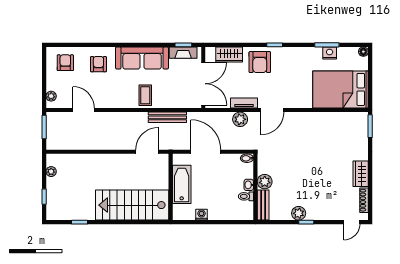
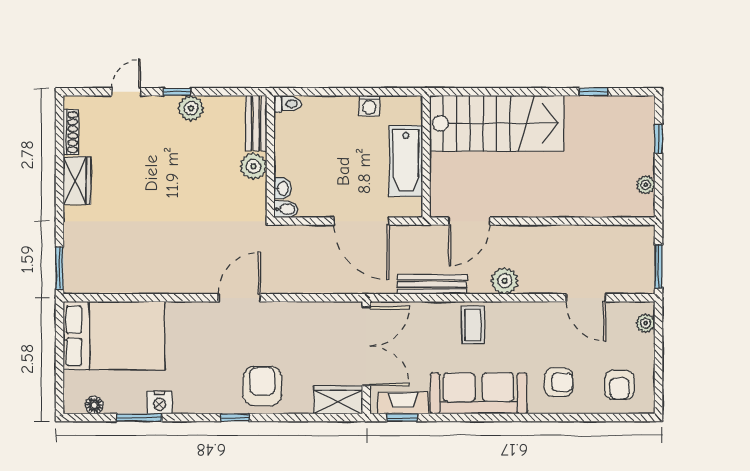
floor lamp: (363, 52) -> (94, 405), moved
nightstand: (330, 53) -> (159, 403), moved
wardrobe: (229, 54) -> (338, 400), moved
armchair: (98, 64) -> (559, 382), turned -90
double door: (203, 84) -> (366, 346), swing flipped
tv unit: (244, 103) -> (291, 311), removed
plant: (240, 119) -> (505, 281), moved
washbasin: (249, 185) -> (283, 189), moved
toilet: (246, 196) -> (288, 104), moved
door: (352, 222) -> (126, 92), moved

